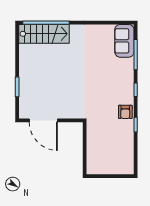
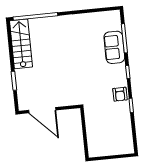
stairs: (44, 34) -> (21, 44), moved, turned -90
sofa: (124, 41) -> (114, 47), moved

